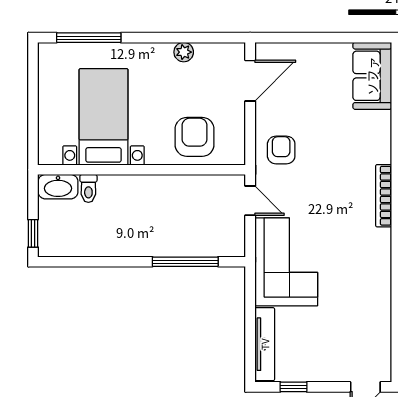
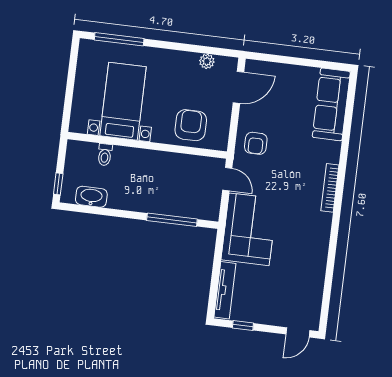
plant: (184, 52) -> (207, 61), moved
sofa: (372, 76) -> (331, 104), width x1.36
armchair: (281, 150) -> (256, 143), turned 180
washbasin: (58, 187) -> (91, 197), moved, turned 180

